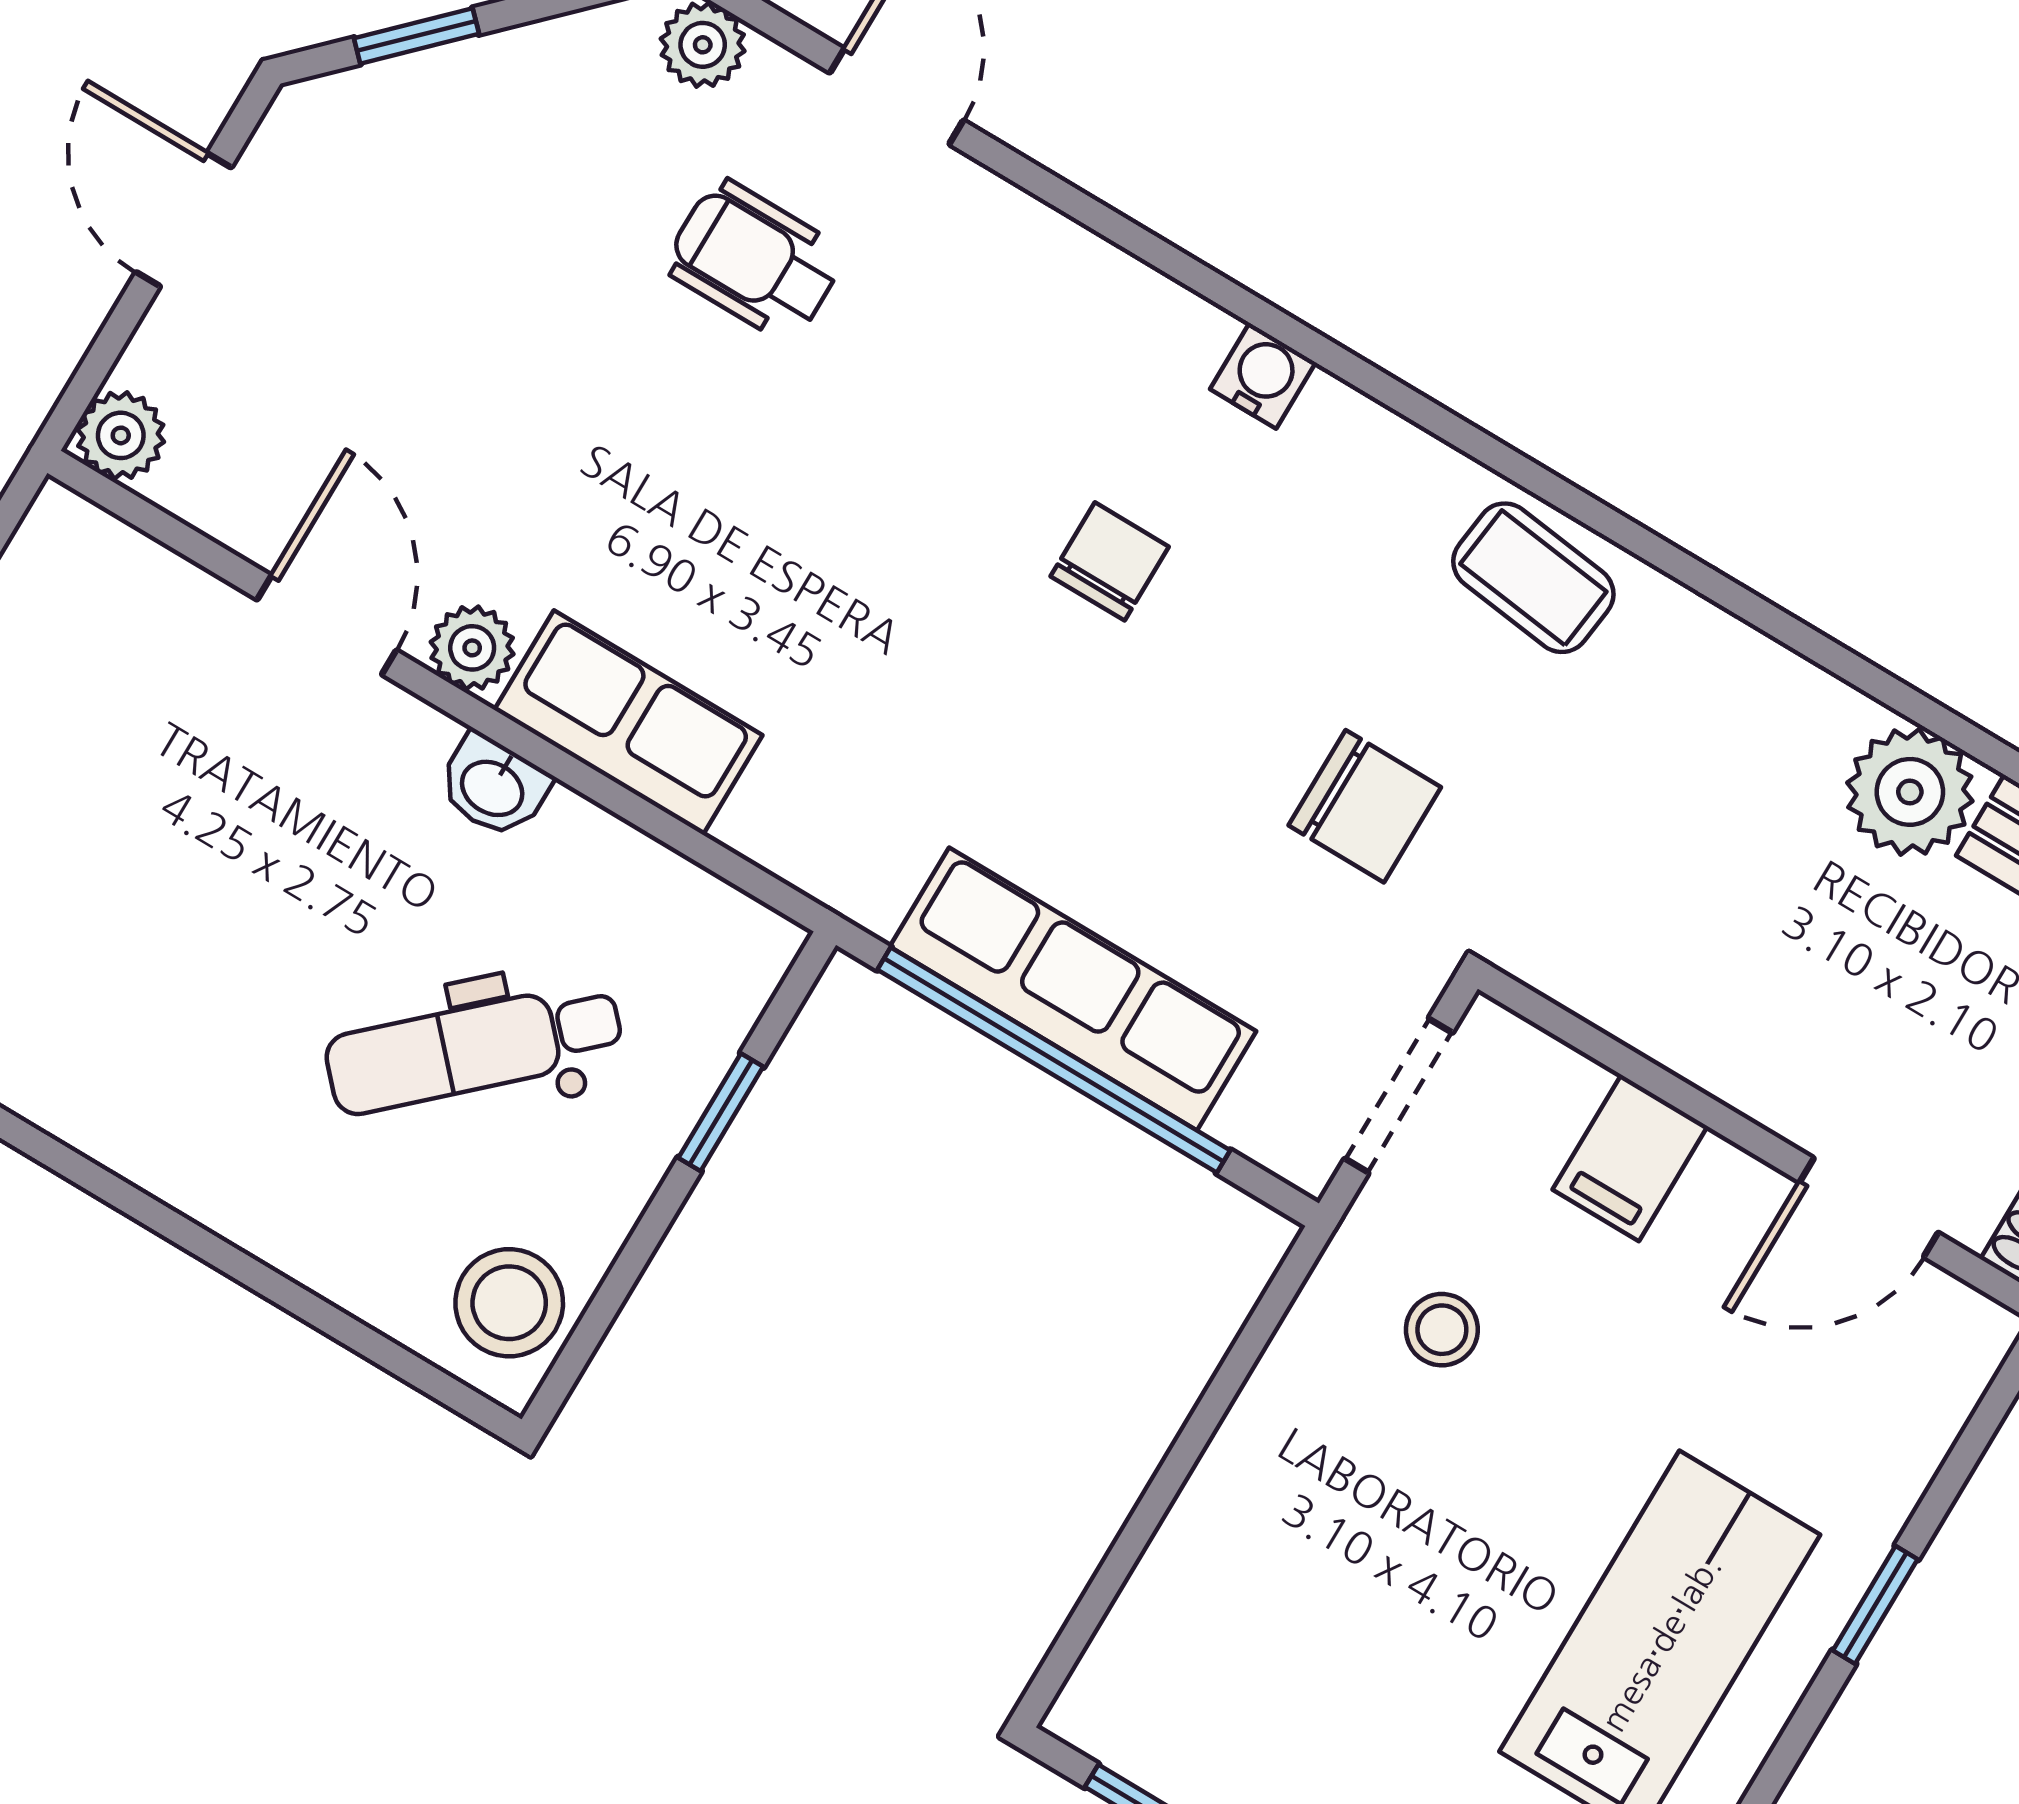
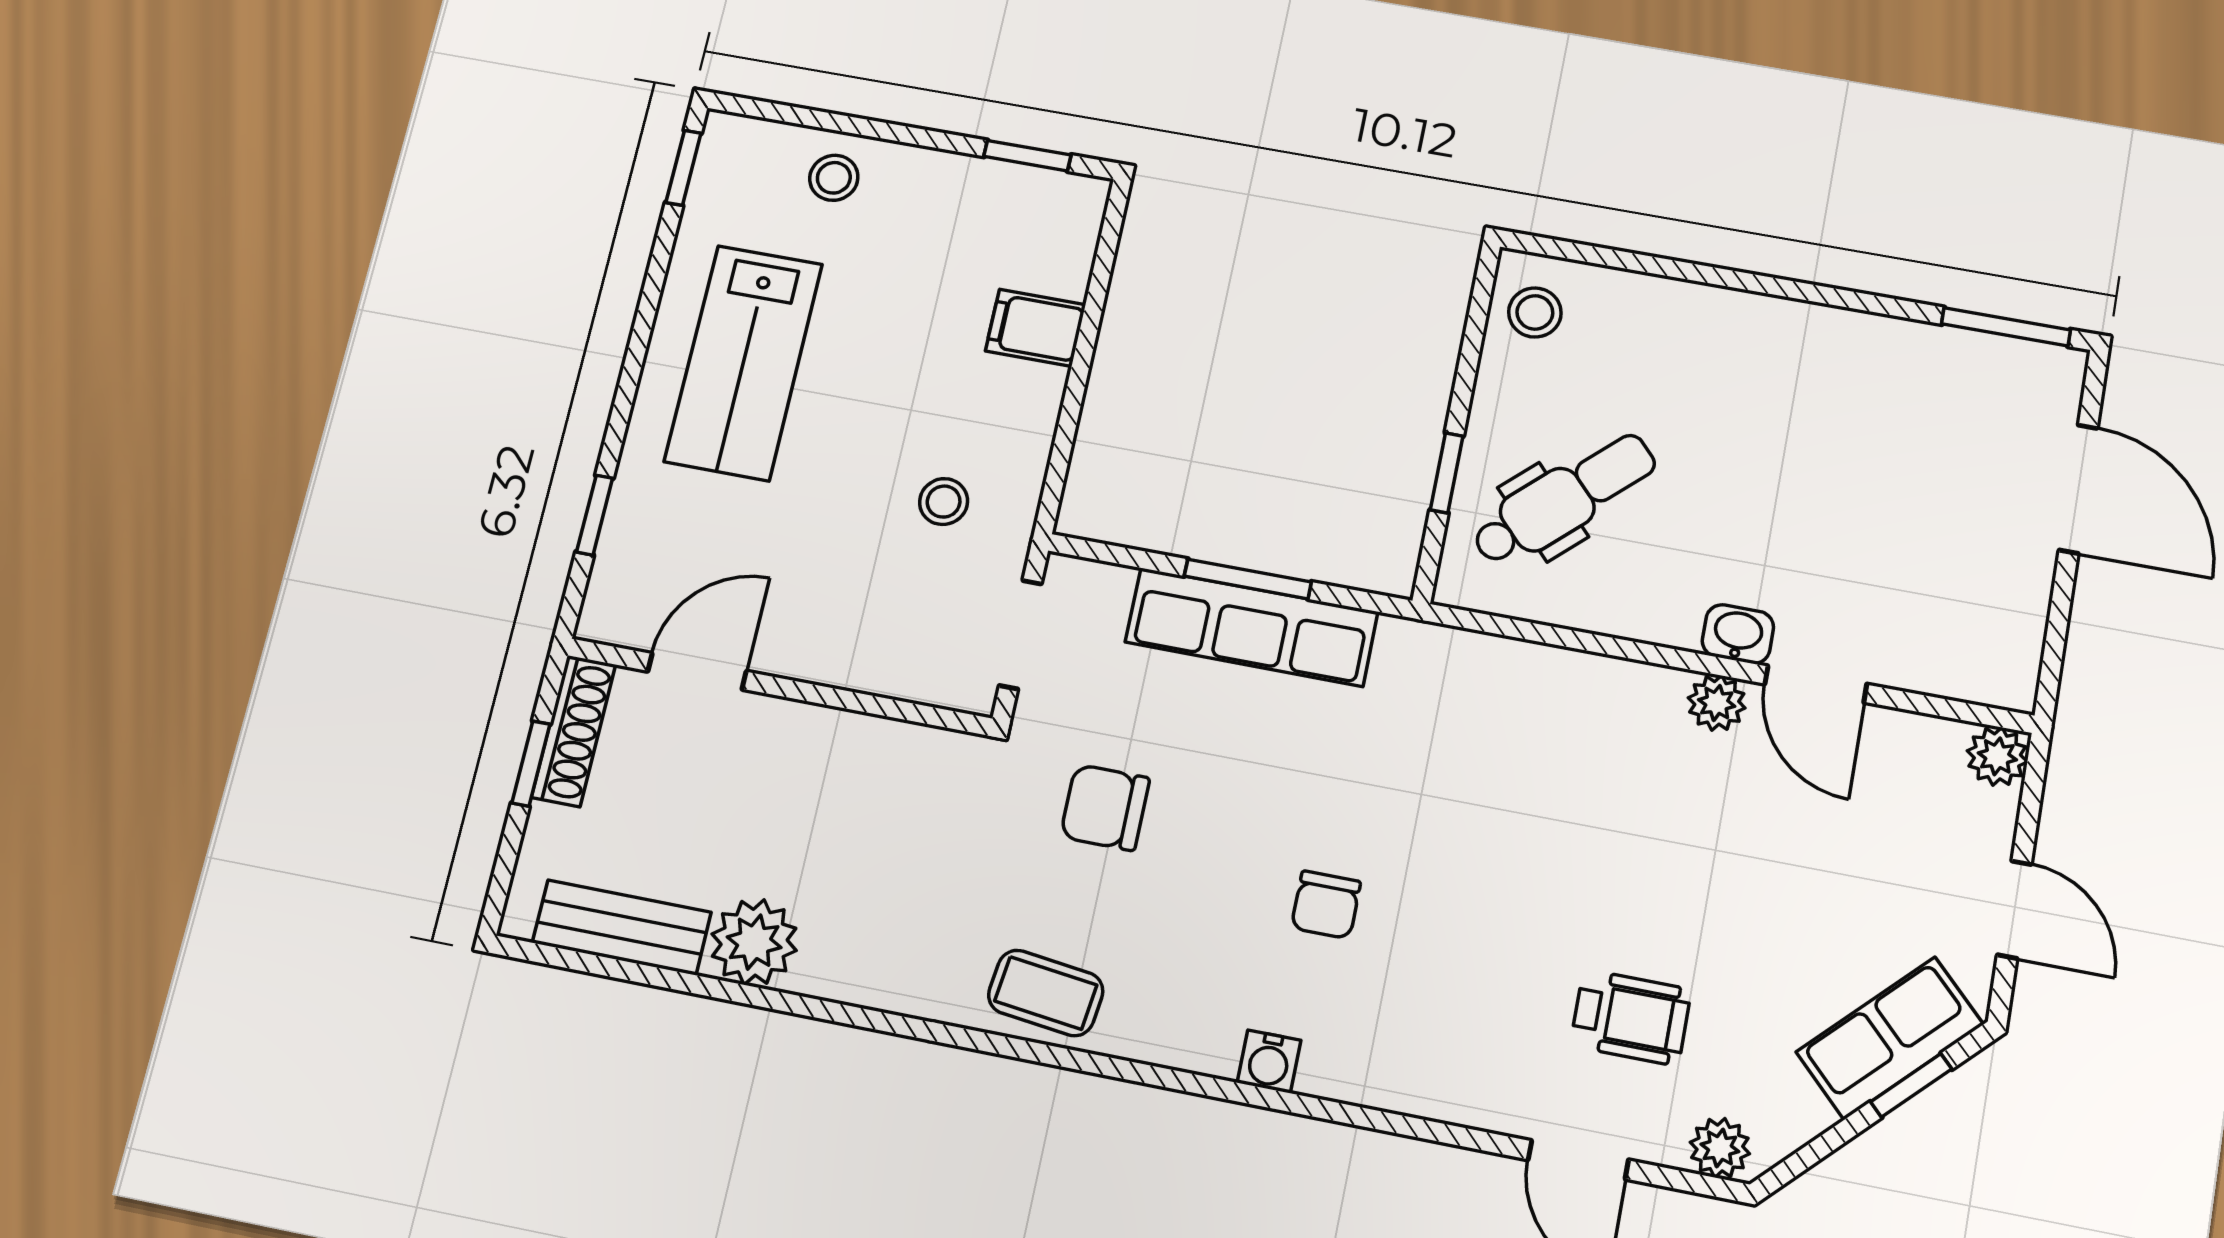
row of seats: (628, 722) -> (1890, 1038), moved, turned 135
washbasin: (493, 786) -> (1738, 634), moved
dental chair: (474, 1048) -> (1564, 499), moved
window: (1054, 1060) -> (1248, 579), width x0.47
filing cabinet: (1630, 1158) -> (1036, 328), moved, turned -90
stool: (509, 1303) -> (1535, 312), width x0.73, depth x0.73
window: (1875, 1605) -> (595, 515), moved

